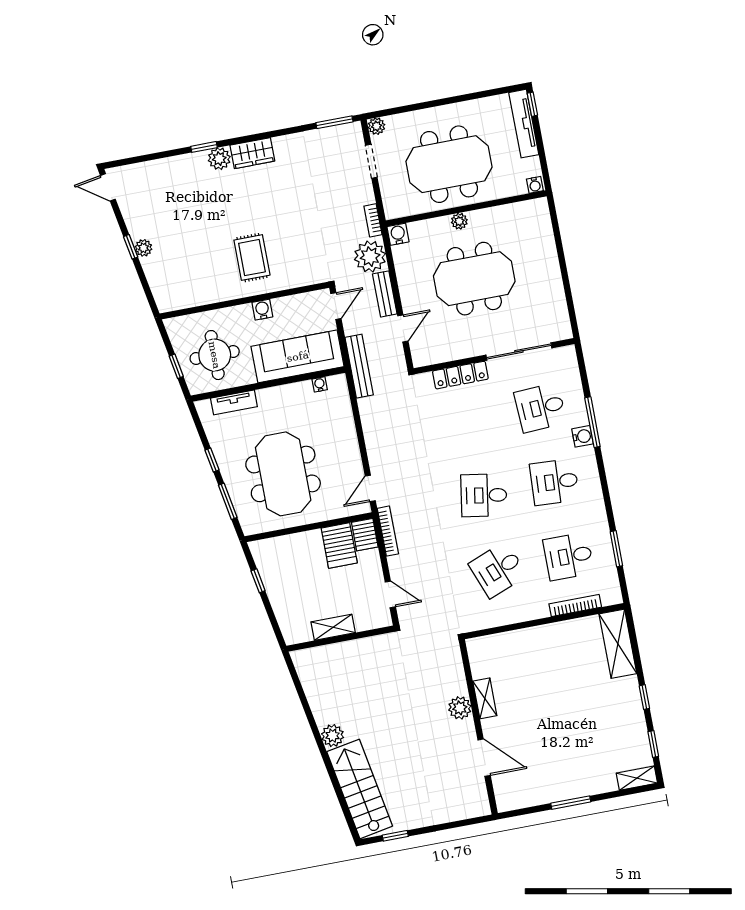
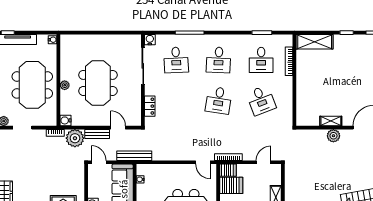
locker: (460, 375) -> (150, 106), width x0.66
water cooler: (583, 436) -> (150, 40), moved

